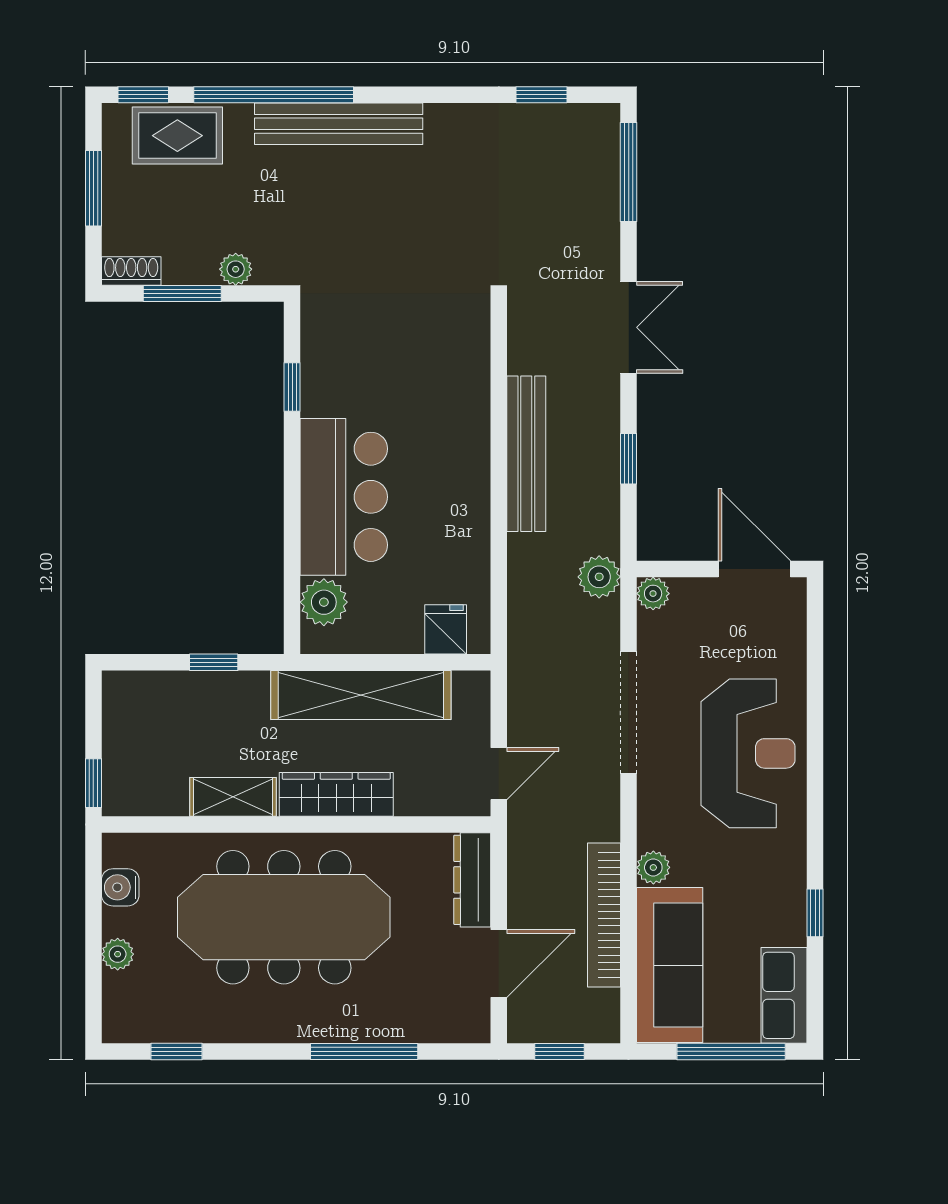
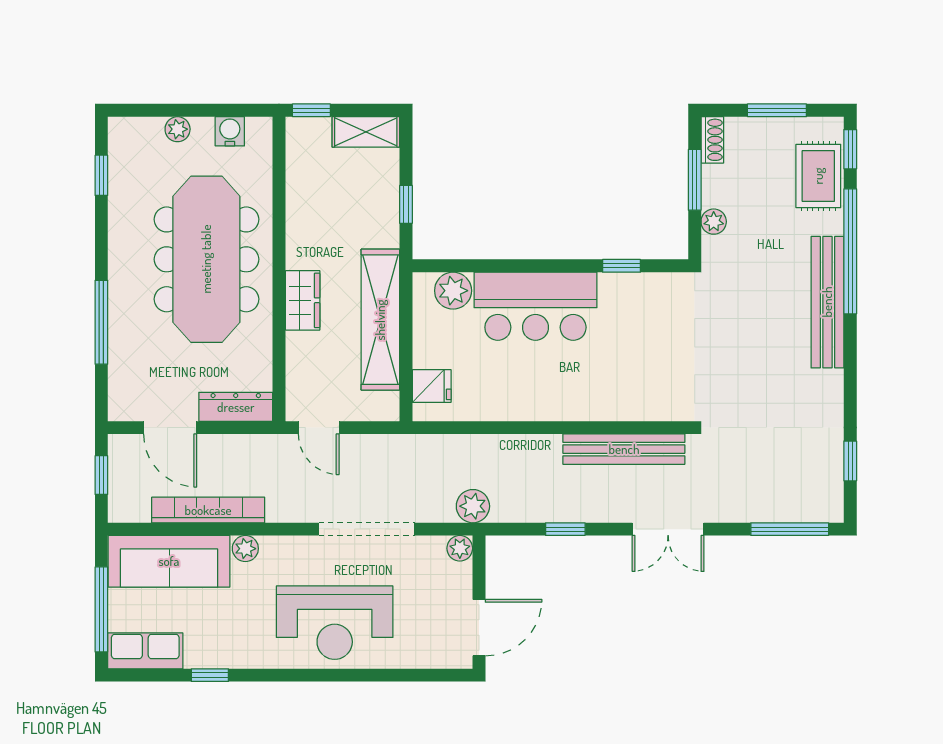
bench: (526, 454) -> (624, 449), moved
wardrobe: (336, 794) -> (303, 300), width x0.67
shelving: (233, 797) -> (366, 132), moved, turned 90

